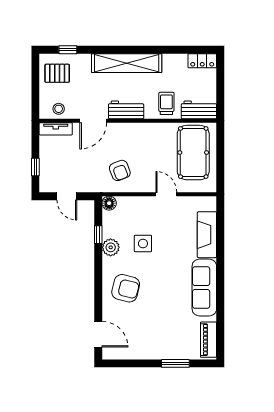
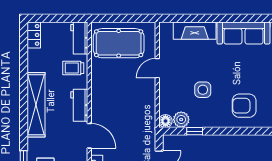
armchair: (120, 170) -> (135, 111), removed
plant: (111, 247) -> (181, 120), moved
armchair: (126, 288) -> (244, 106), turned -104

